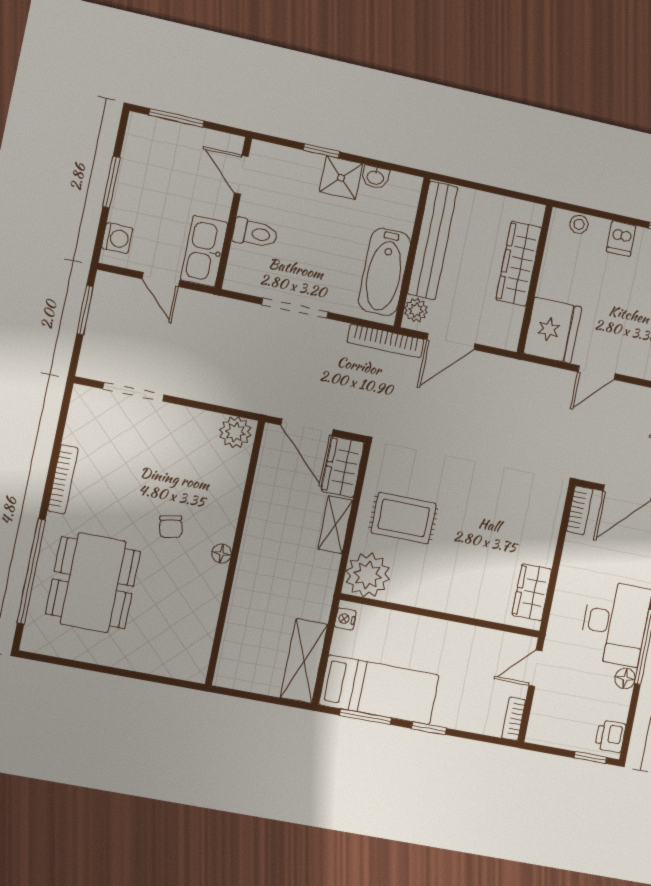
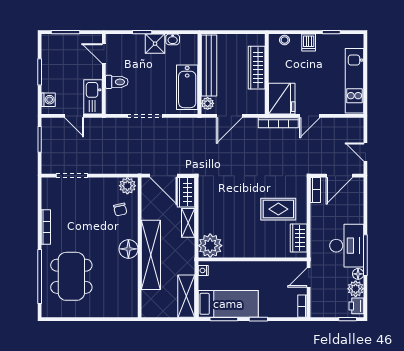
bookcase: (386, 341) -> (278, 123), moved
rug: (403, 518) -> (278, 209), moved
chair: (171, 527) -> (120, 210), moved
floor lamp: (222, 553) -> (128, 249), width x1.89, depth x1.89
shelving: (253, 571) -> (151, 255), added
plant: (615, 705) -> (356, 289), added

